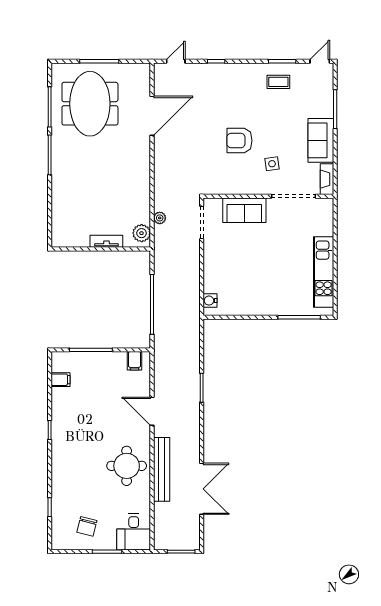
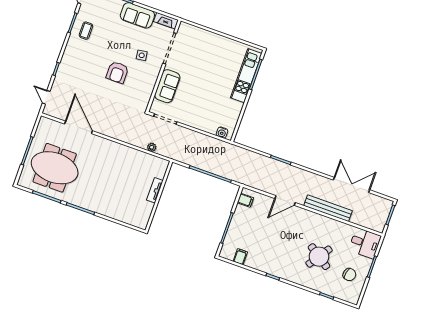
plant: (142, 233) -> (158, 164), removed
kitchen unit: (324, 272) -> (246, 76), moved, turned 90
round table: (127, 466) -> (319, 257), moved, turned 34

